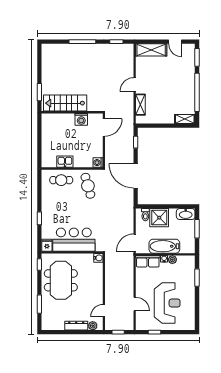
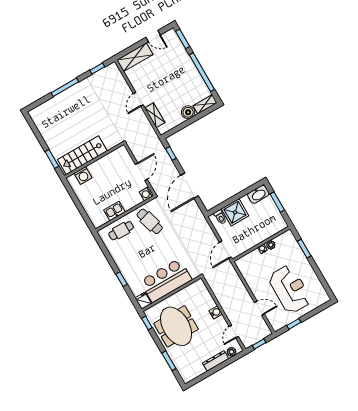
boiler: (168, 118) -> (188, 112), added
washing machine: (81, 119) -> (83, 176), moved
door: (104, 127) -> (141, 172), moved
door: (136, 176) -> (190, 186), hinge flipped
bathtub: (164, 246) -> (256, 237), removed
water cooler: (98, 258) -> (216, 312), moved
row of seats: (148, 261) -> (248, 260), removed

